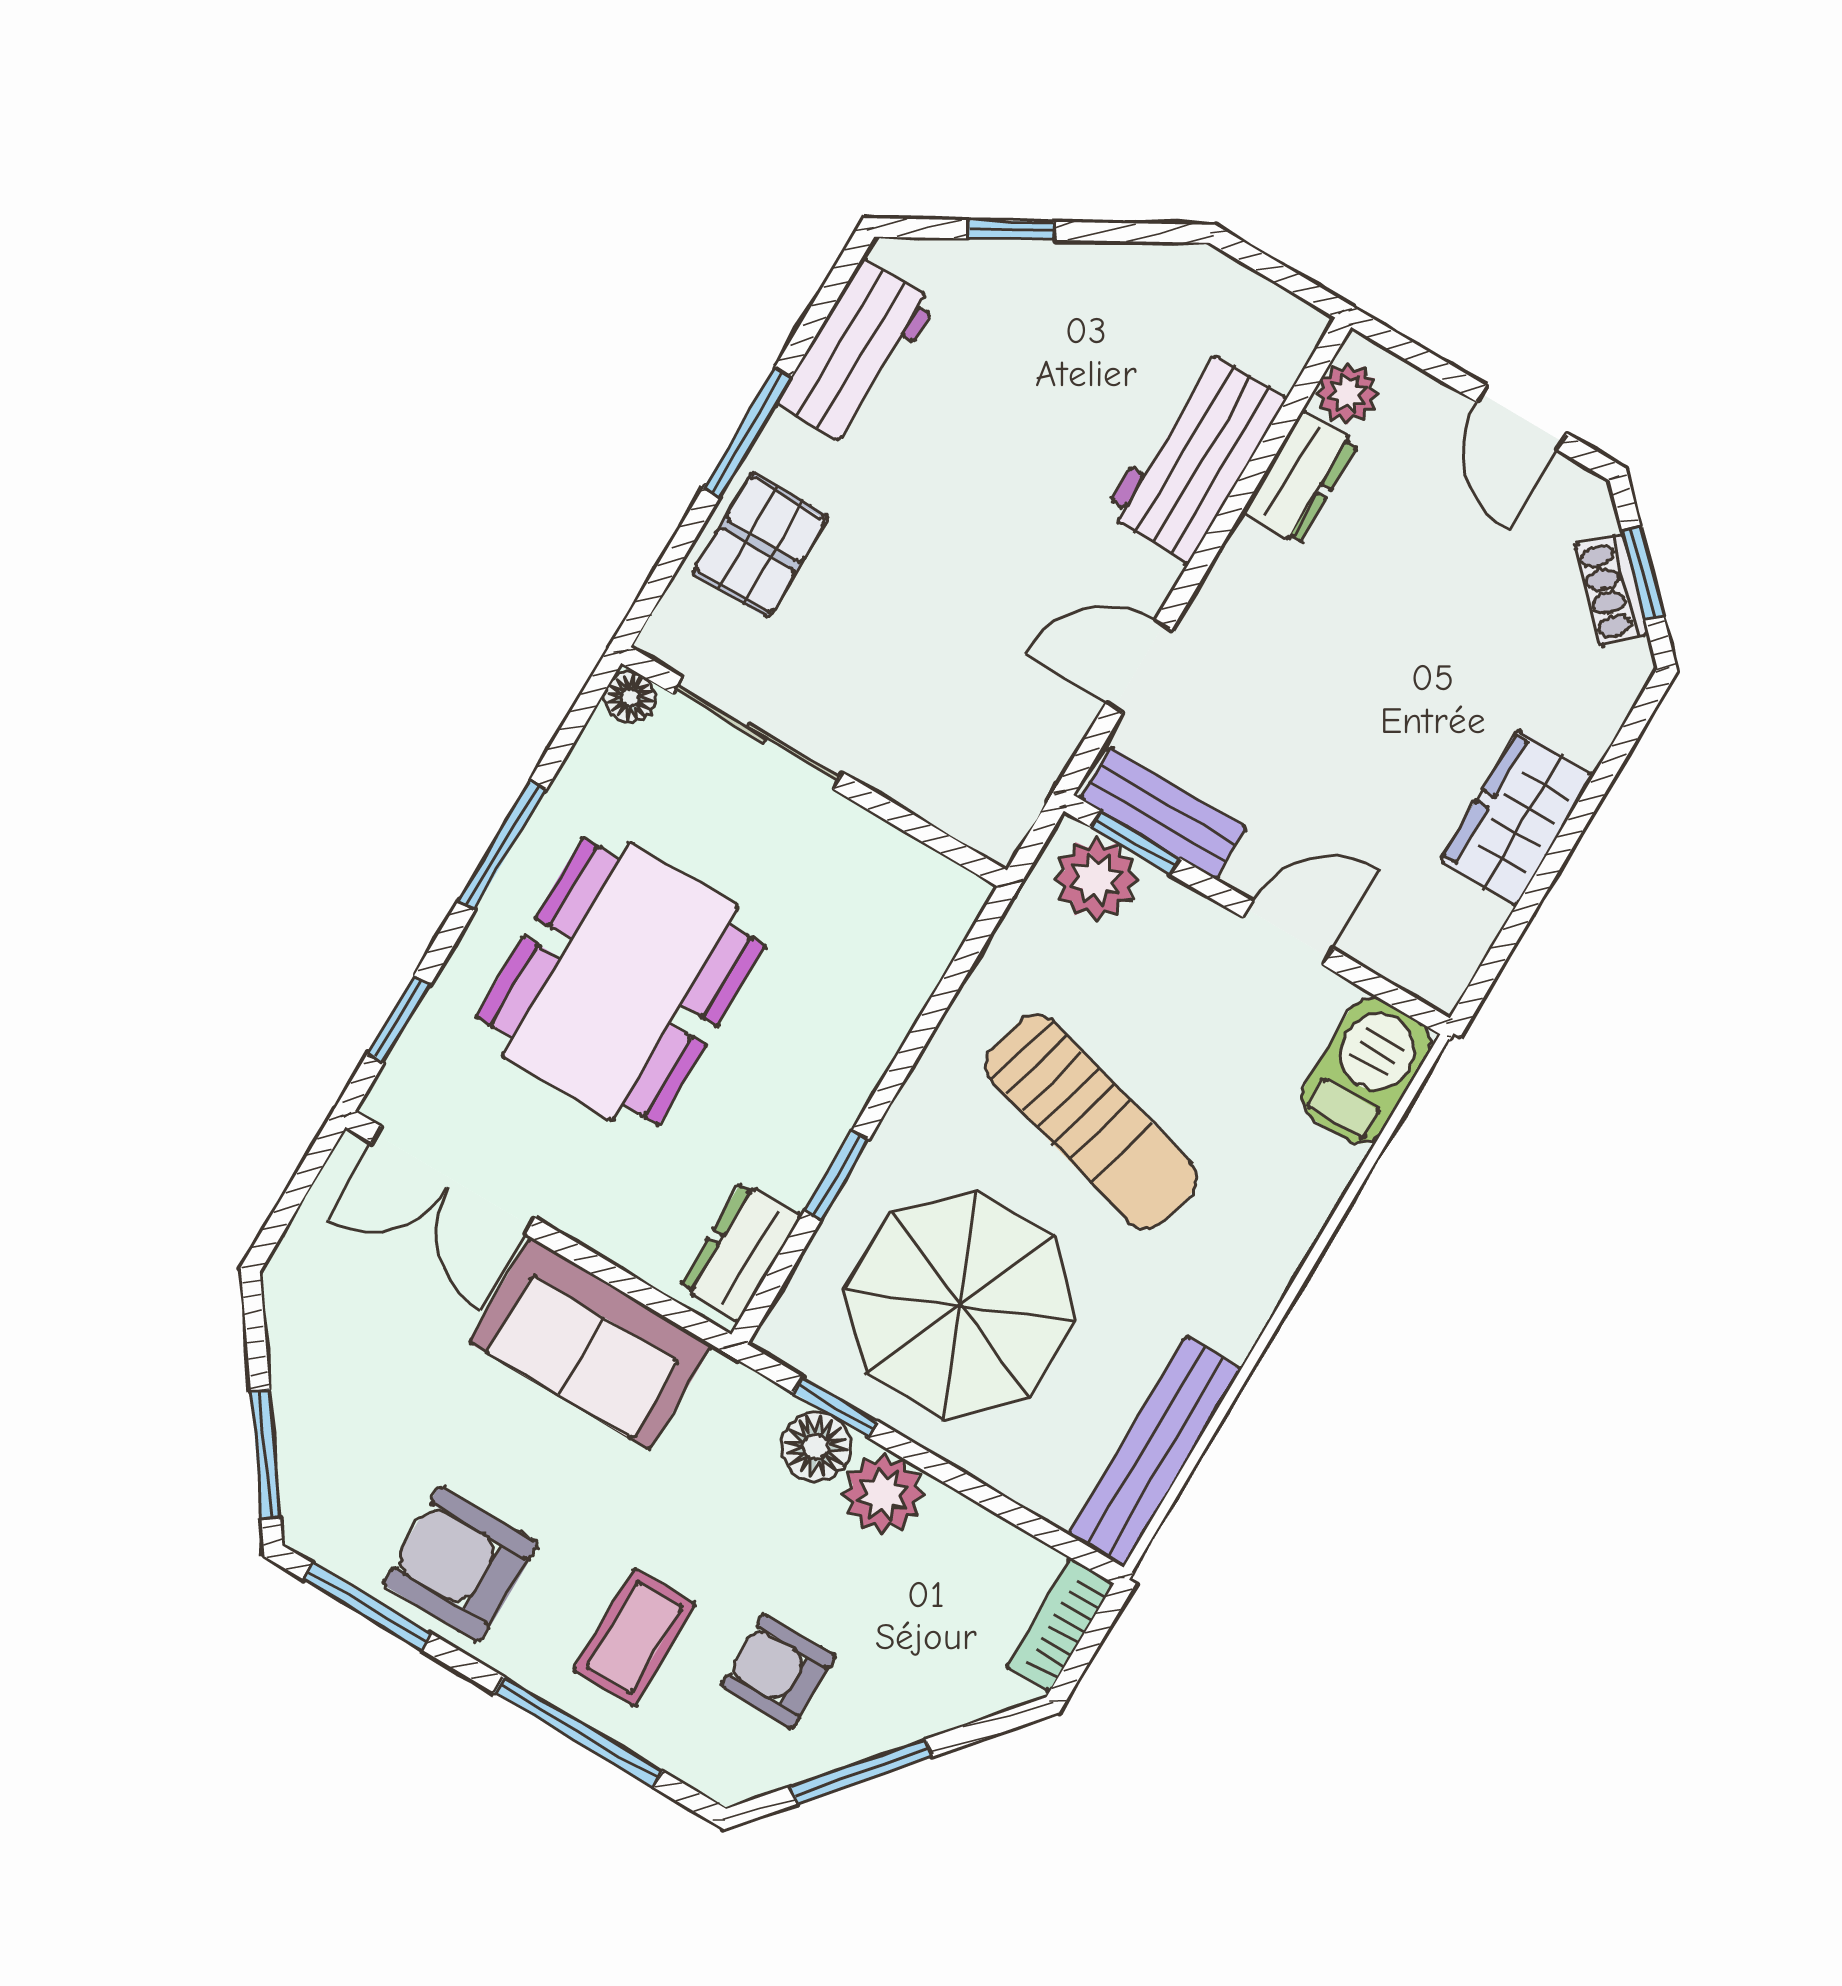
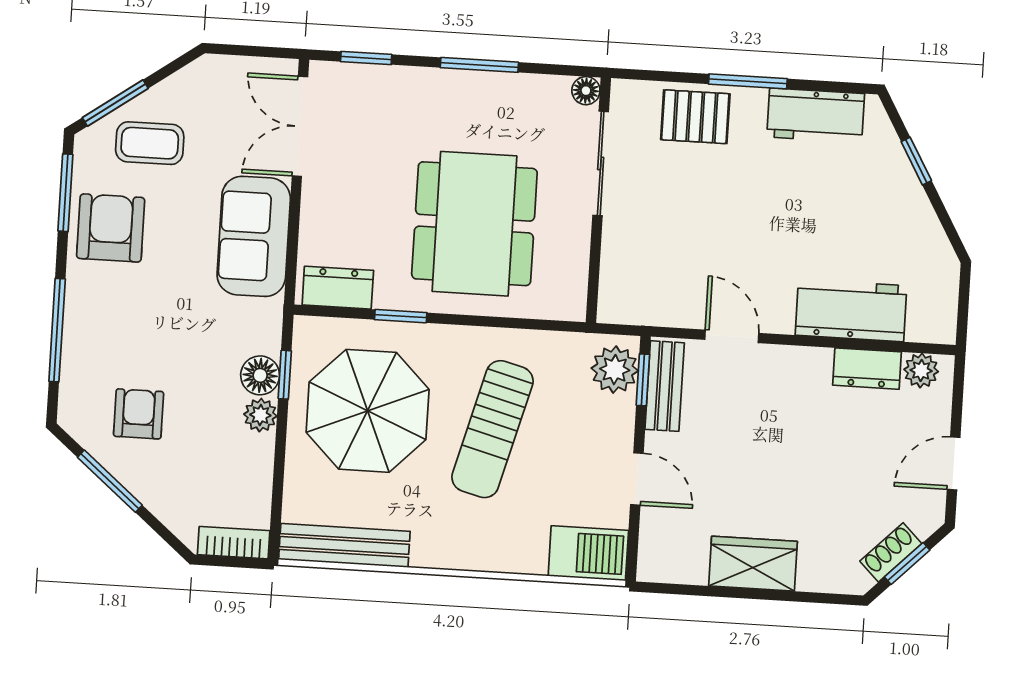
dining table: (621, 981) -> (474, 224), moved, turned 90
plant: (883, 1494) -> (260, 415), width x0.73, depth x0.73
coffee table: (634, 1637) -> (150, 143), moved

